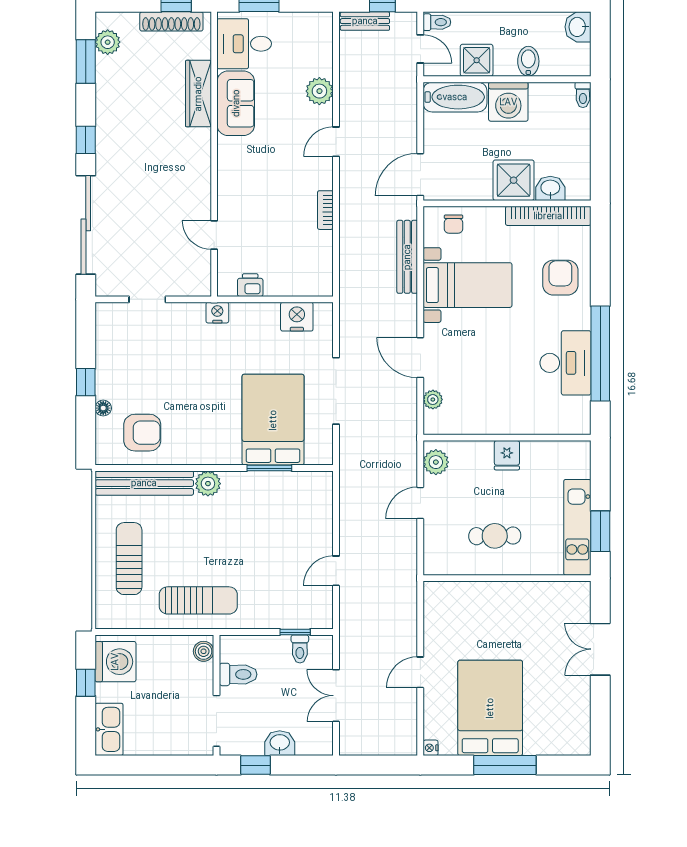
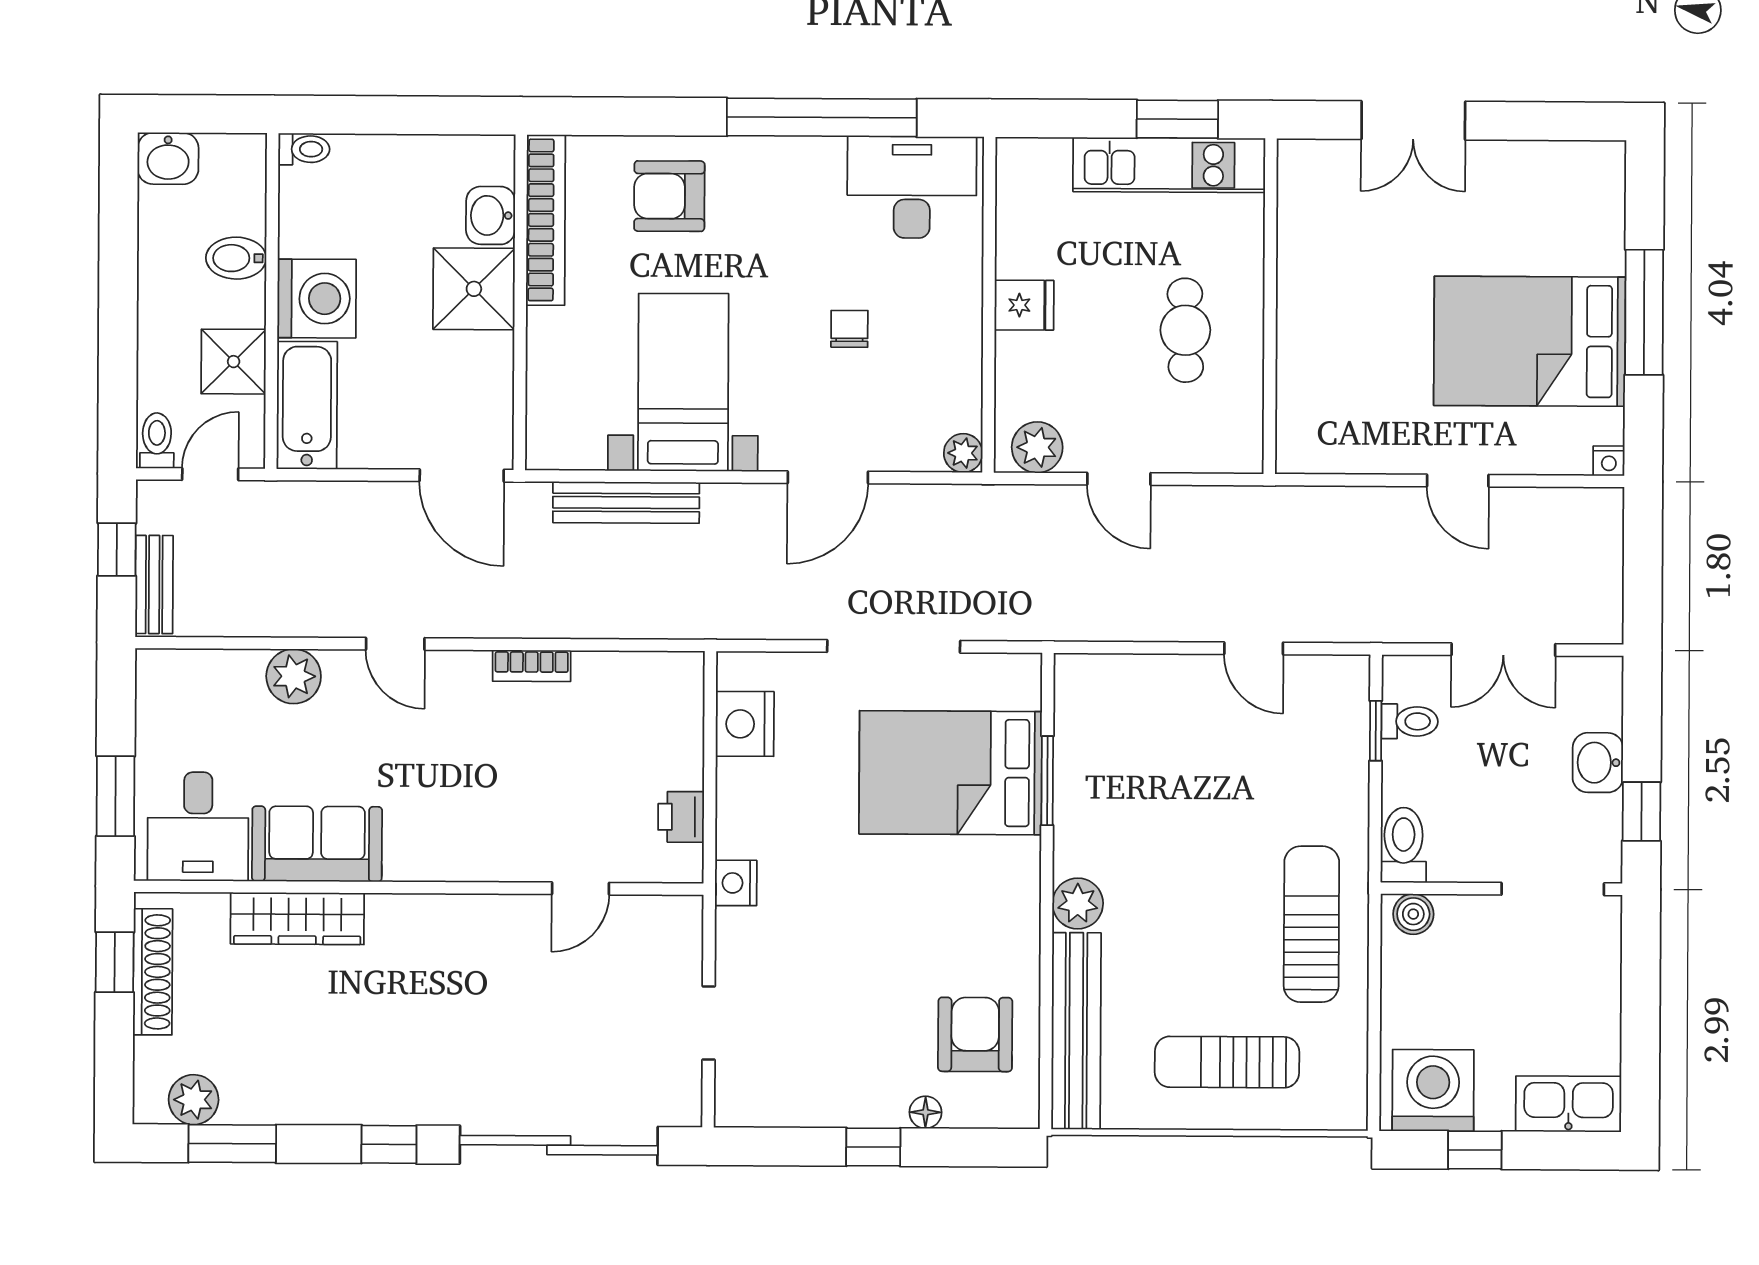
chair: (454, 224) -> (849, 329), moved, turned -90
desk: (565, 363) -> (912, 187), moved
plant: (433, 400) -> (963, 453), moved
toilet: (238, 674) -> (1404, 845), moved

